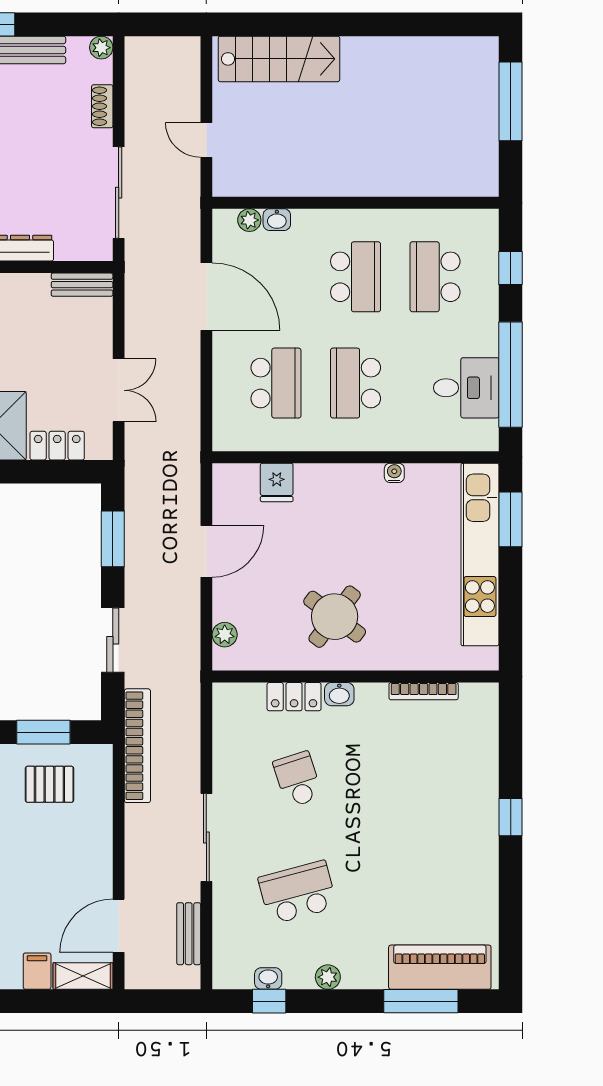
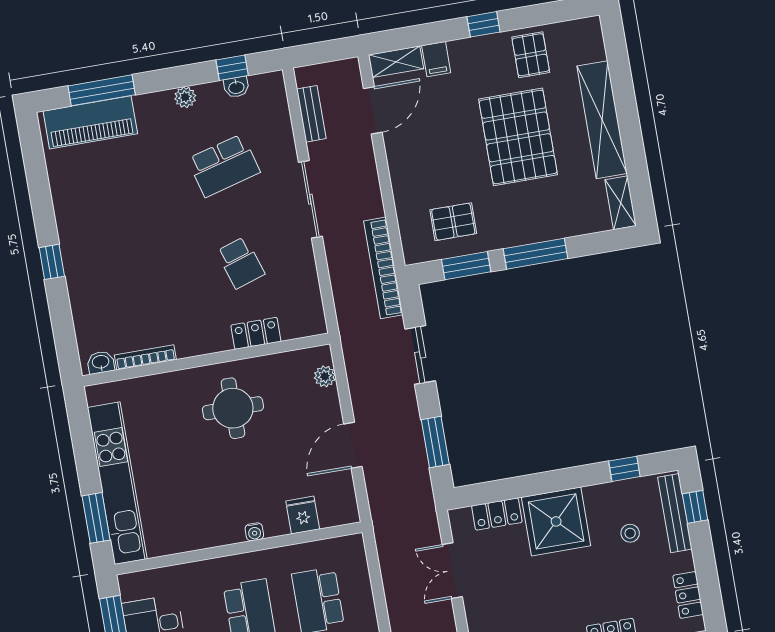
water cooler: (394, 473) -> (254, 532), moved
round table: (335, 617) -> (233, 408), turned -37
washbasin: (339, 694) -> (101, 362), moved

